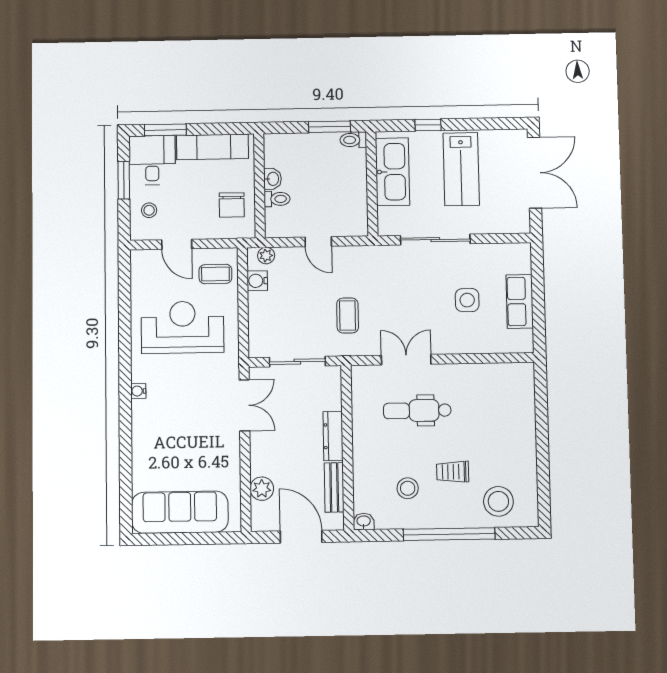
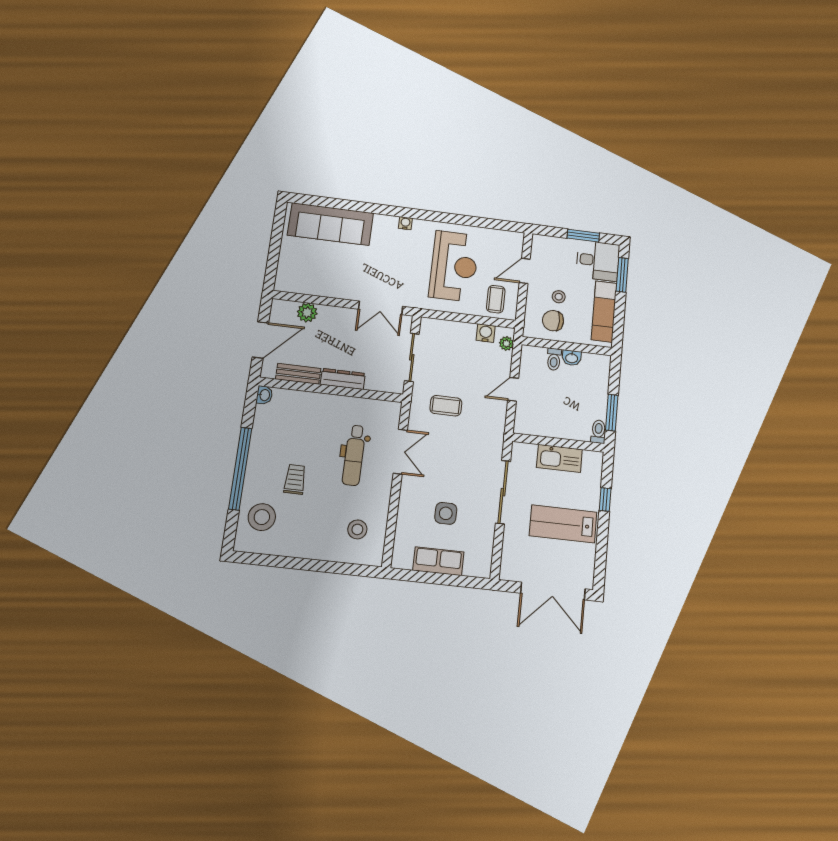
kitchen sink: (392, 172) -> (559, 458), width x0.73, depth x0.81
stool: (149, 210) -> (559, 297), moved
dental chair: (417, 411) -> (354, 455), turned 180
stool: (408, 488) -> (357, 529), moved
sofa: (180, 512) -> (331, 224), moved, turned 90

